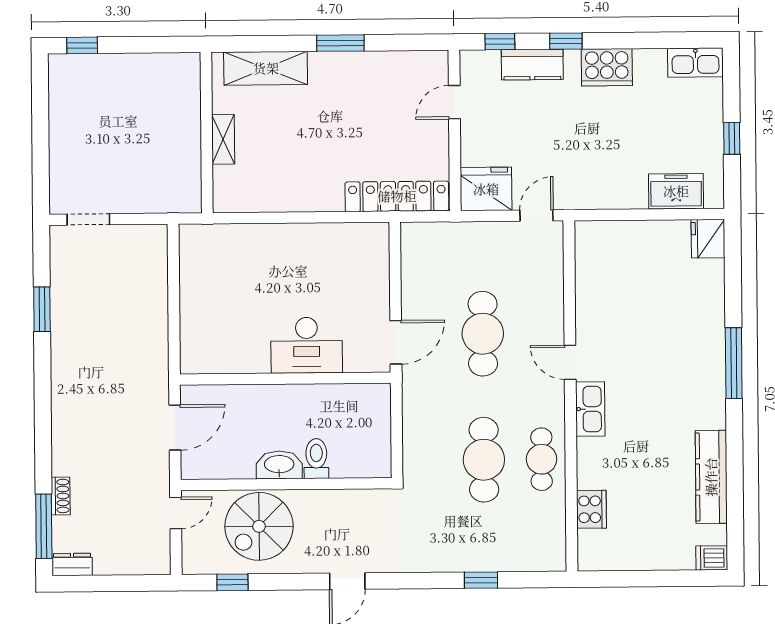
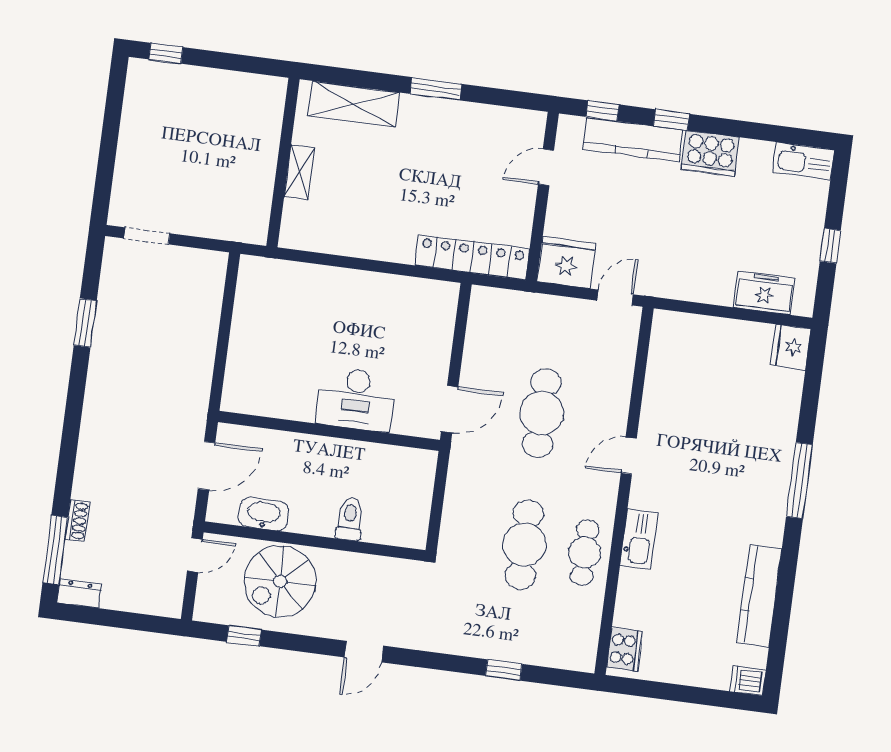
kitchen counter: (532, 65) -> (633, 139), width x1.50
door: (570, 362) -> (629, 456), hinge flipped
kitchen sink: (590, 409) -> (639, 539), moved
washbasin: (279, 465) -> (264, 514), moved
cooker: (591, 509) -> (624, 649), moved

